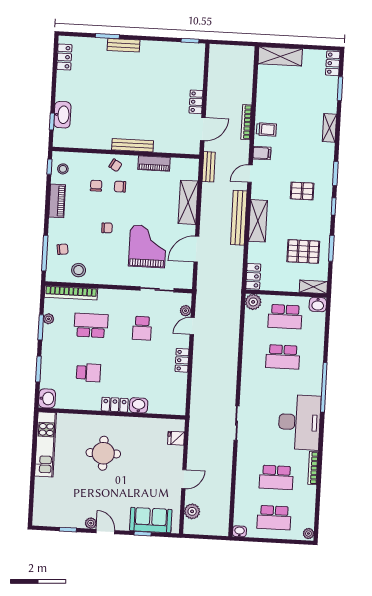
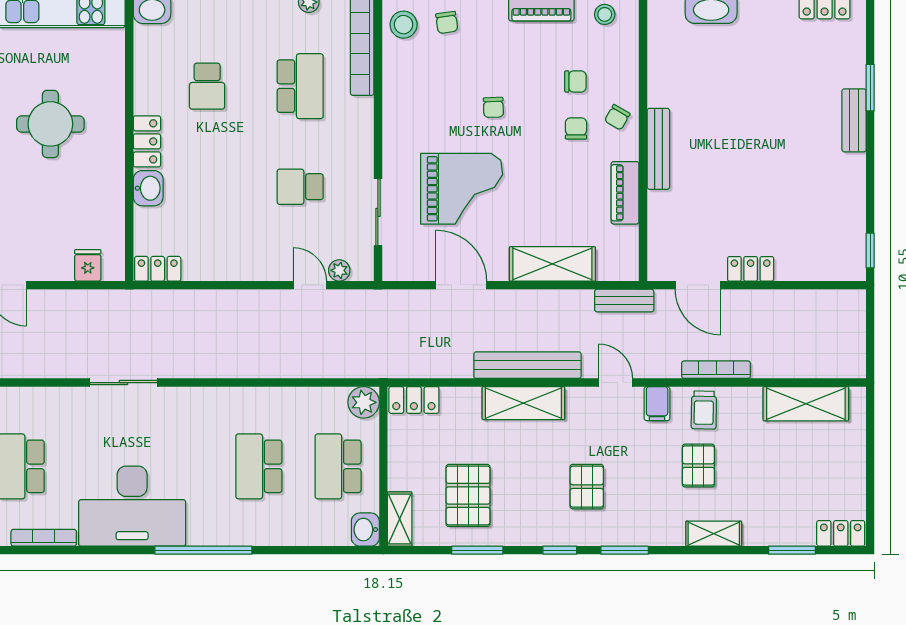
shelving: (280, 56) -> (806, 404), moved, turned 90
pallet: (294, 134) -> (698, 466), added
stool: (79, 270) -> (404, 25), moved
locker: (182, 360) -> (158, 269), moved

